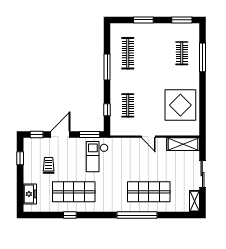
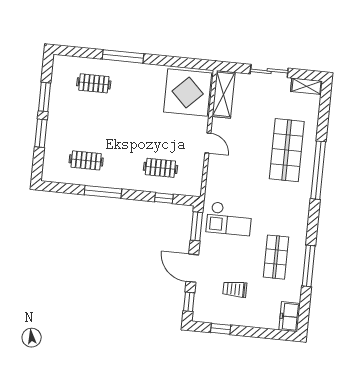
window: (182, 20) -> (44, 97), moved
clothes rail: (128, 53) -> (86, 160), width x0.73
window: (202, 57) -> (123, 56), moved
display table: (180, 105) -> (188, 93), moved
door: (148, 137) -> (208, 143), hinge flipped
shop shelf: (74, 192) -> (276, 257), width x0.70, depth x0.74
freezer: (30, 194) -> (290, 317), moved, turned -90
window: (70, 215) -> (309, 266), width x2.17

